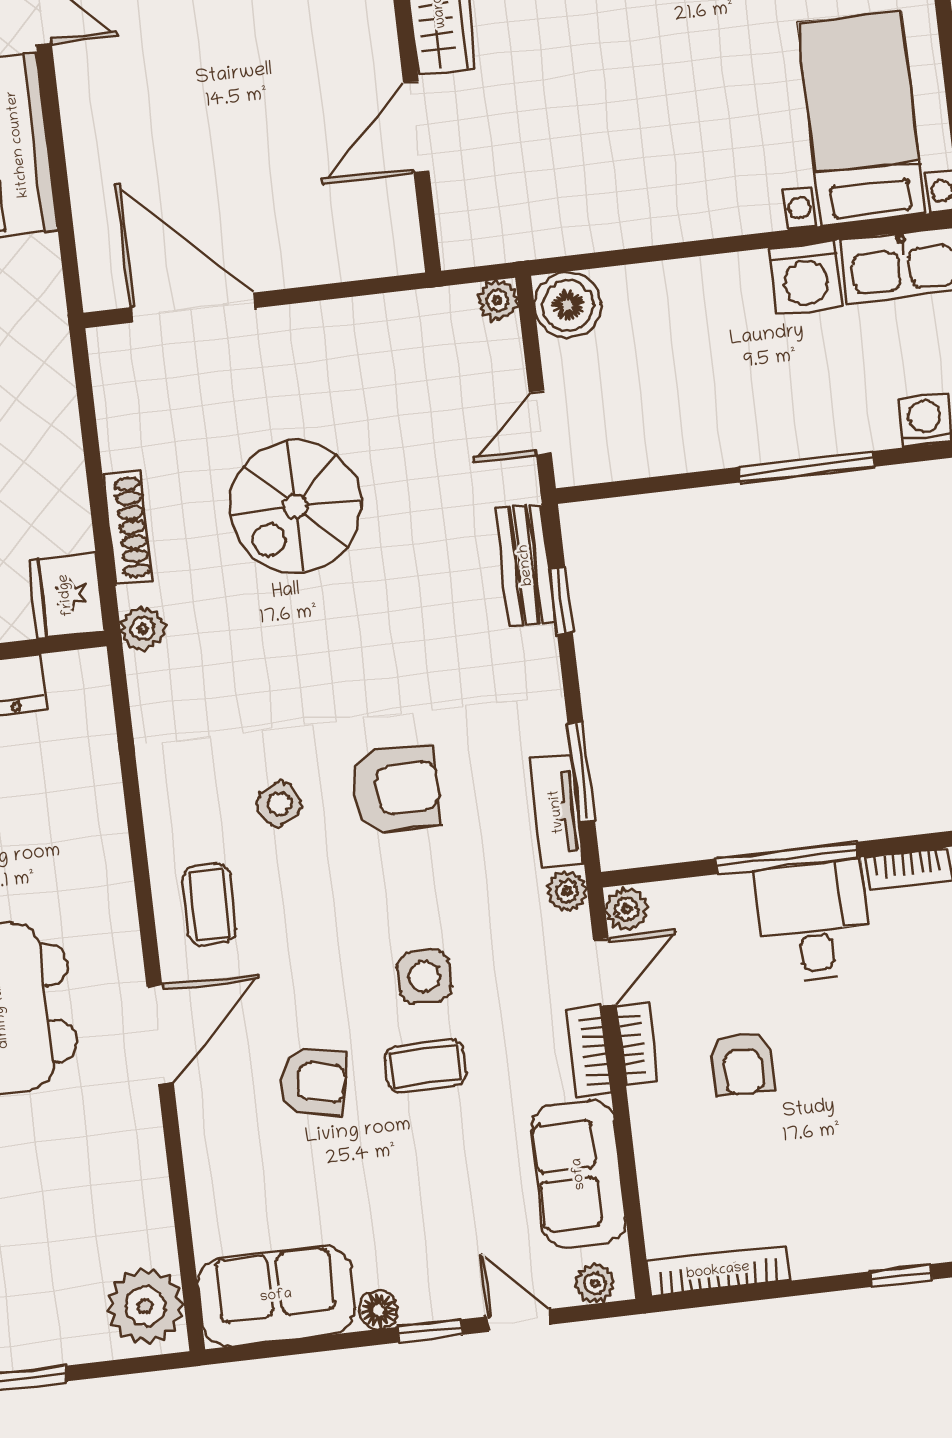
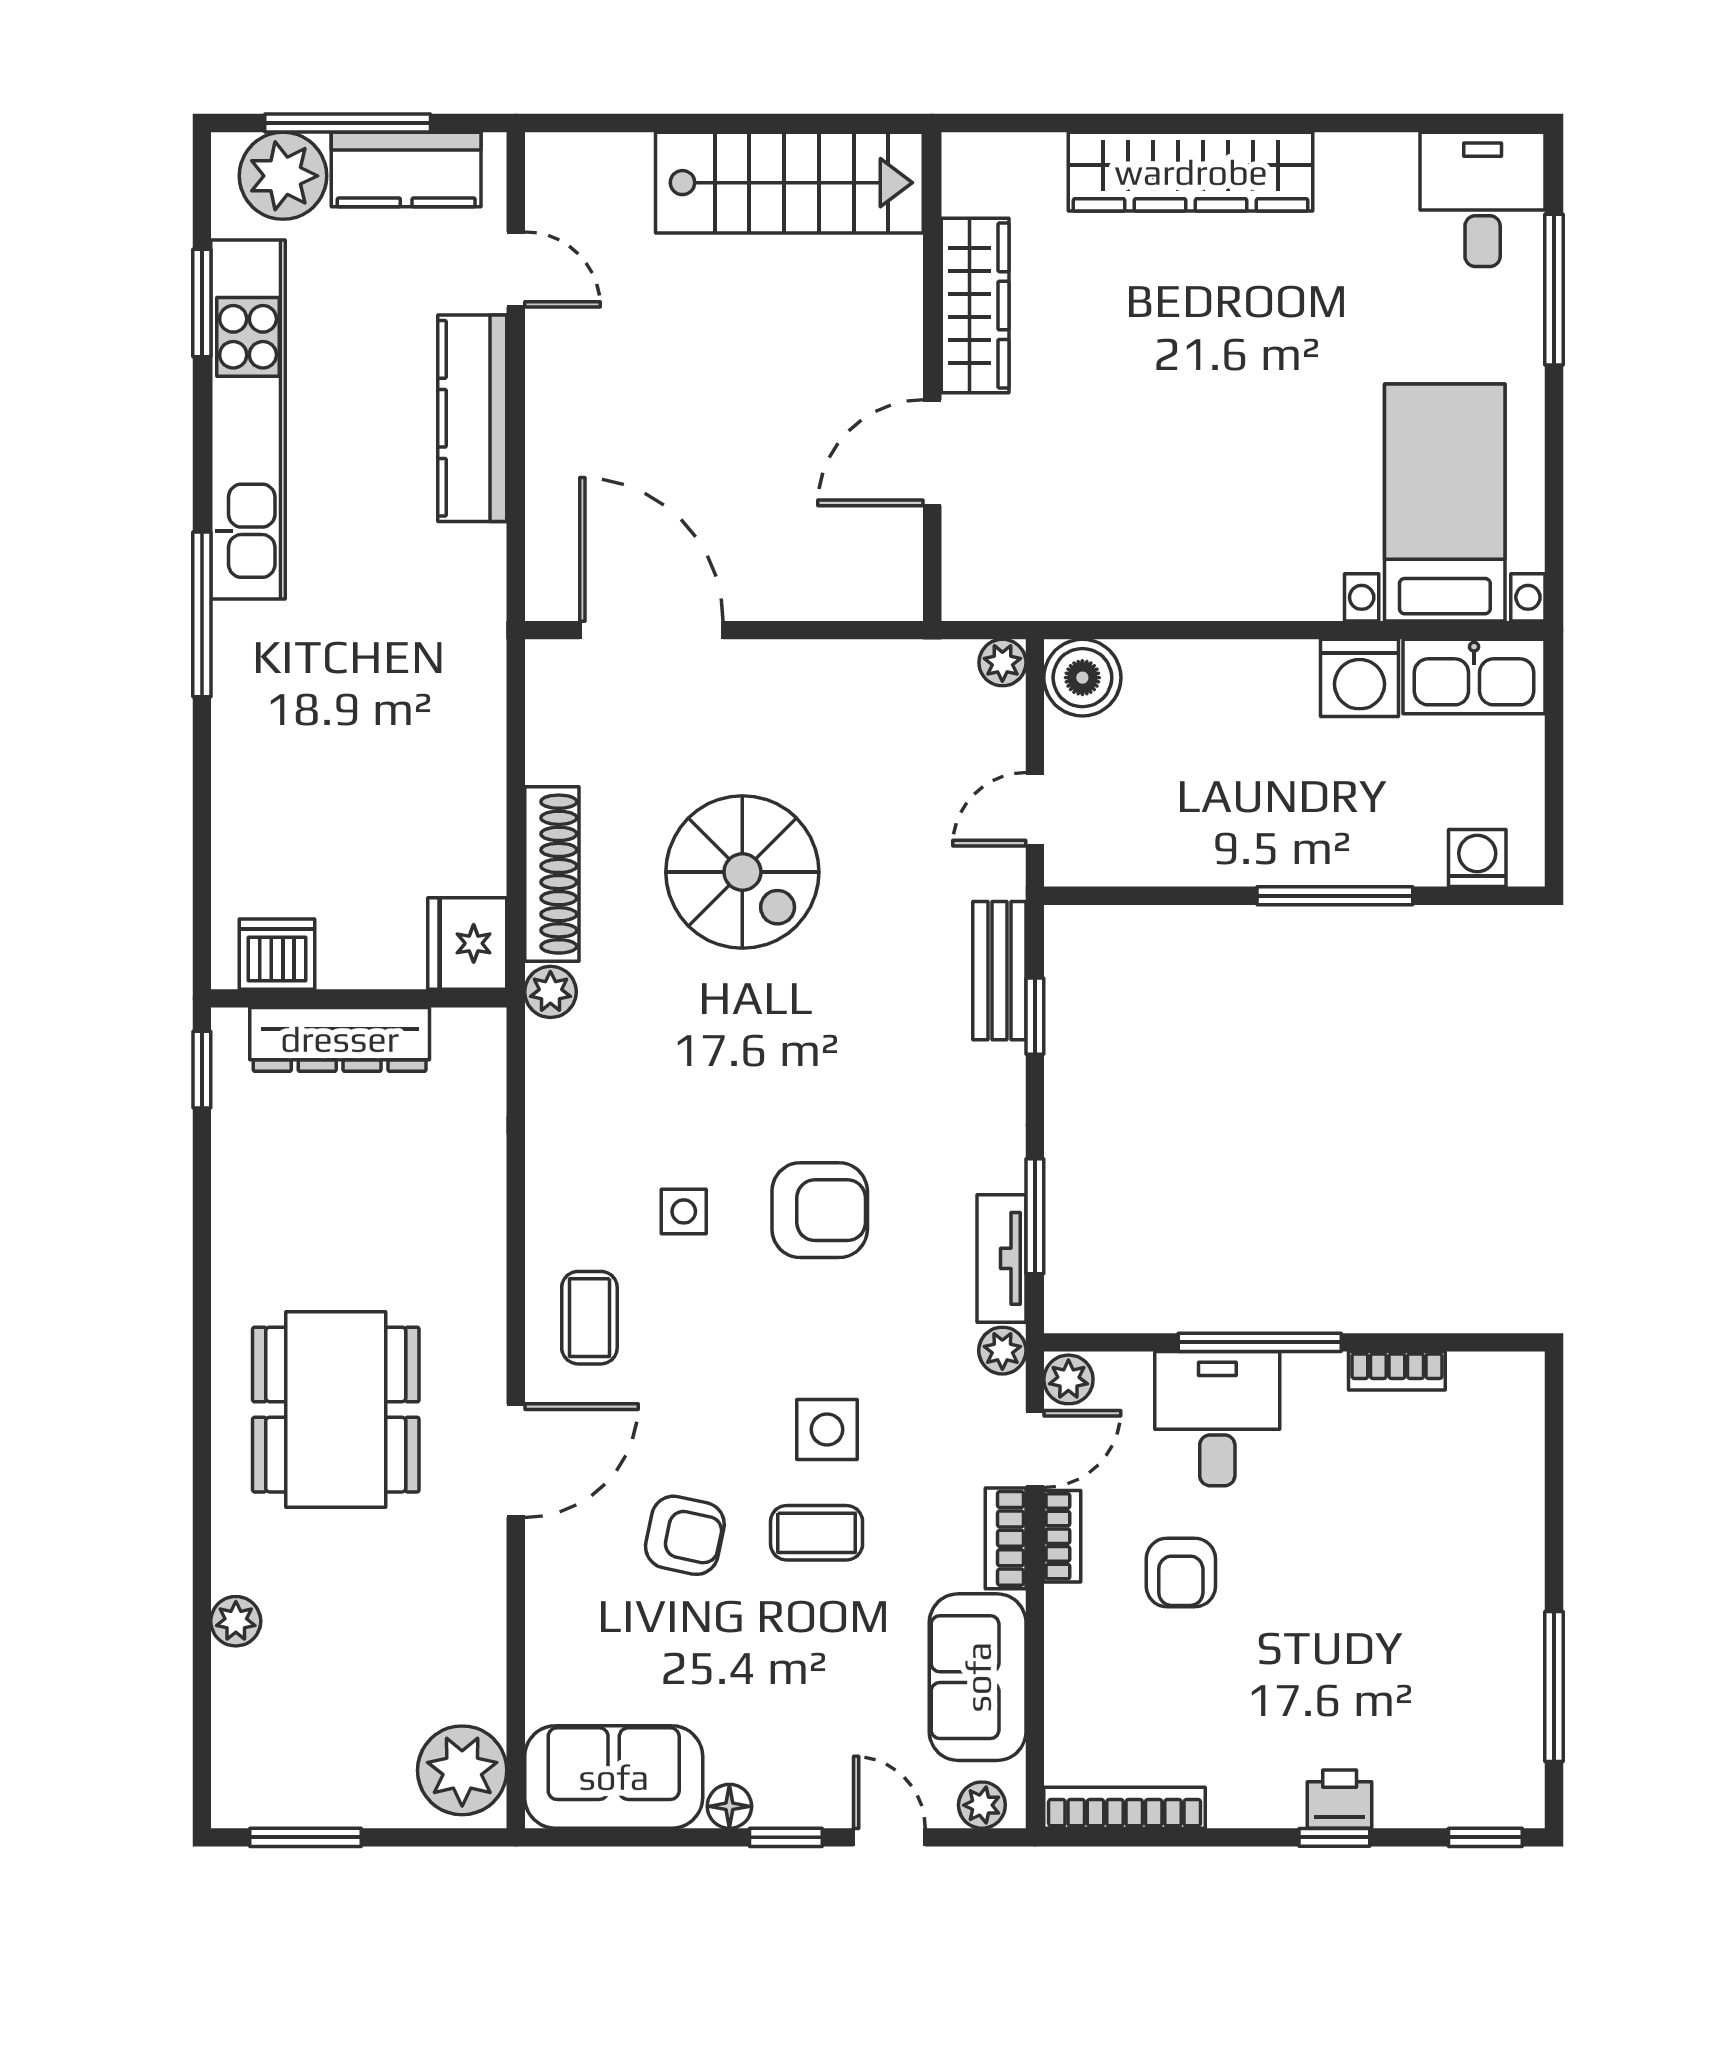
spiral stairs: (295, 506) -> (742, 872), turned -90
shoe rack: (128, 528) -> (552, 874), width x1.36, depth x1.24
side table: (279, 804) -> (684, 1211), turned 31
desk: (813, 921) -> (1217, 1419), moved
printer: (902, 1242) -> (1340, 1799), added

